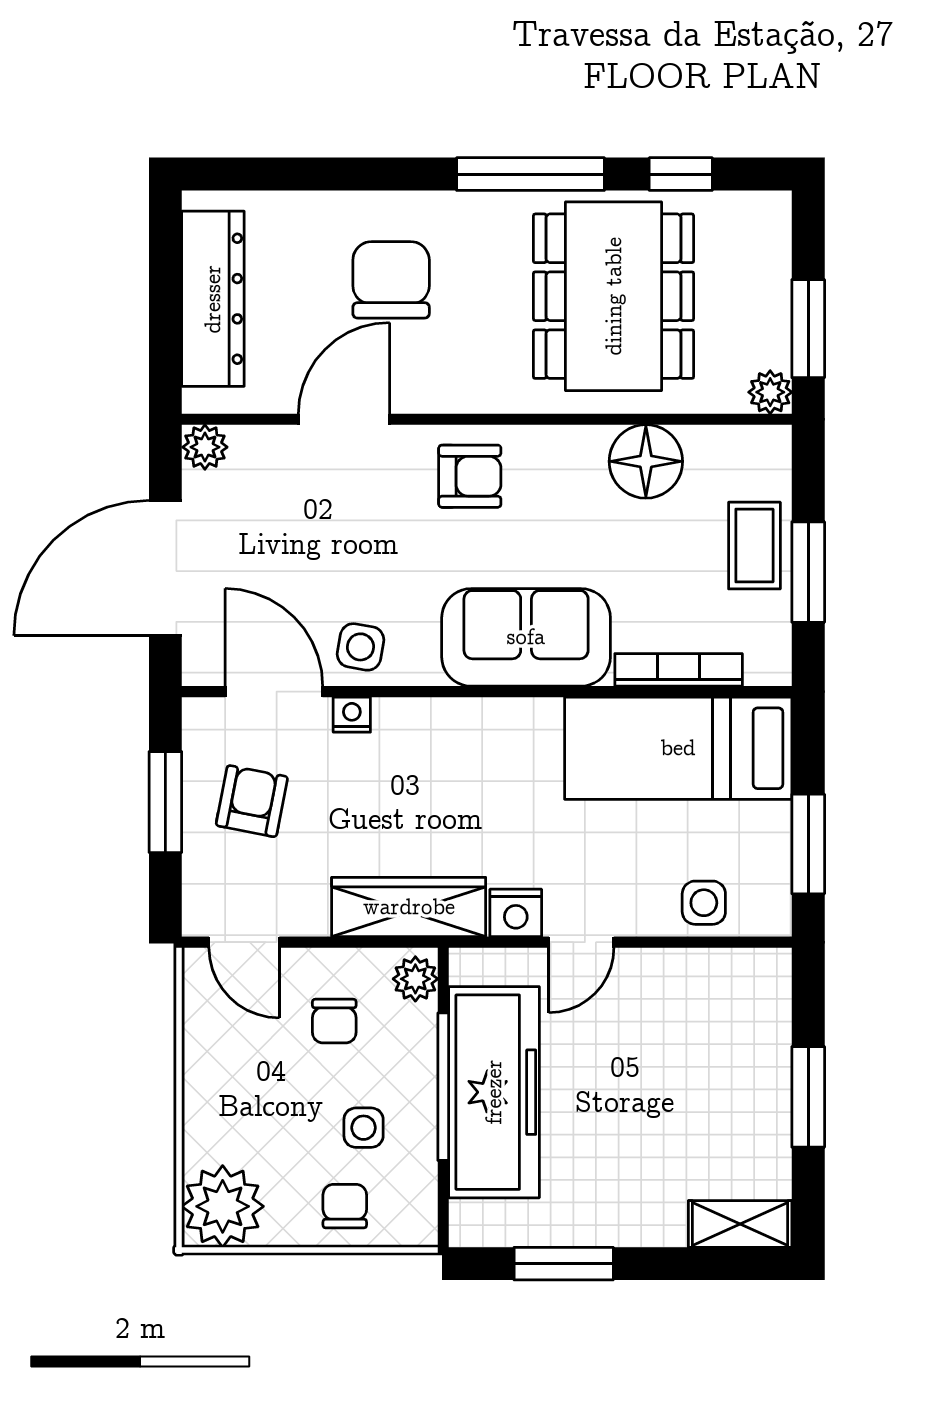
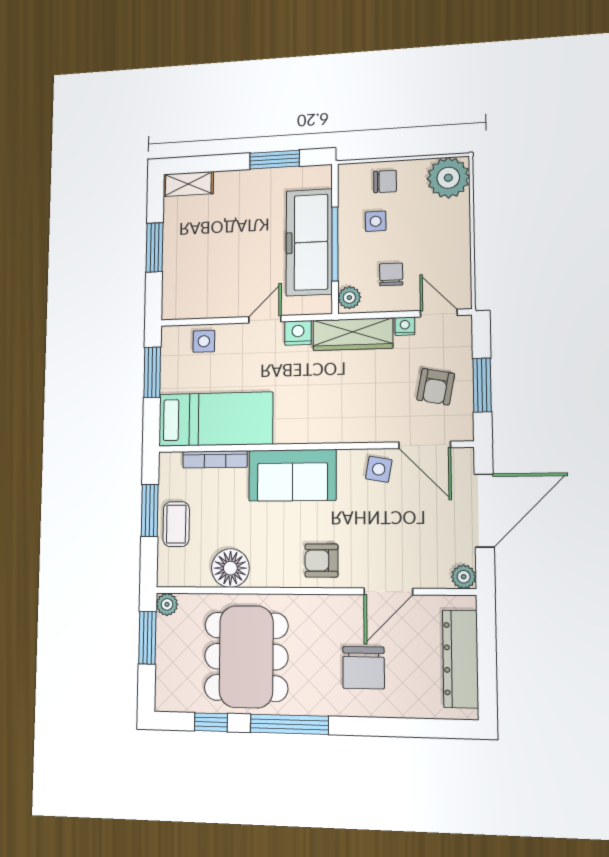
nightstand: (352, 715) -> (405, 326), moved, turned 180
chair: (345, 1206) -> (385, 181), turned -90

